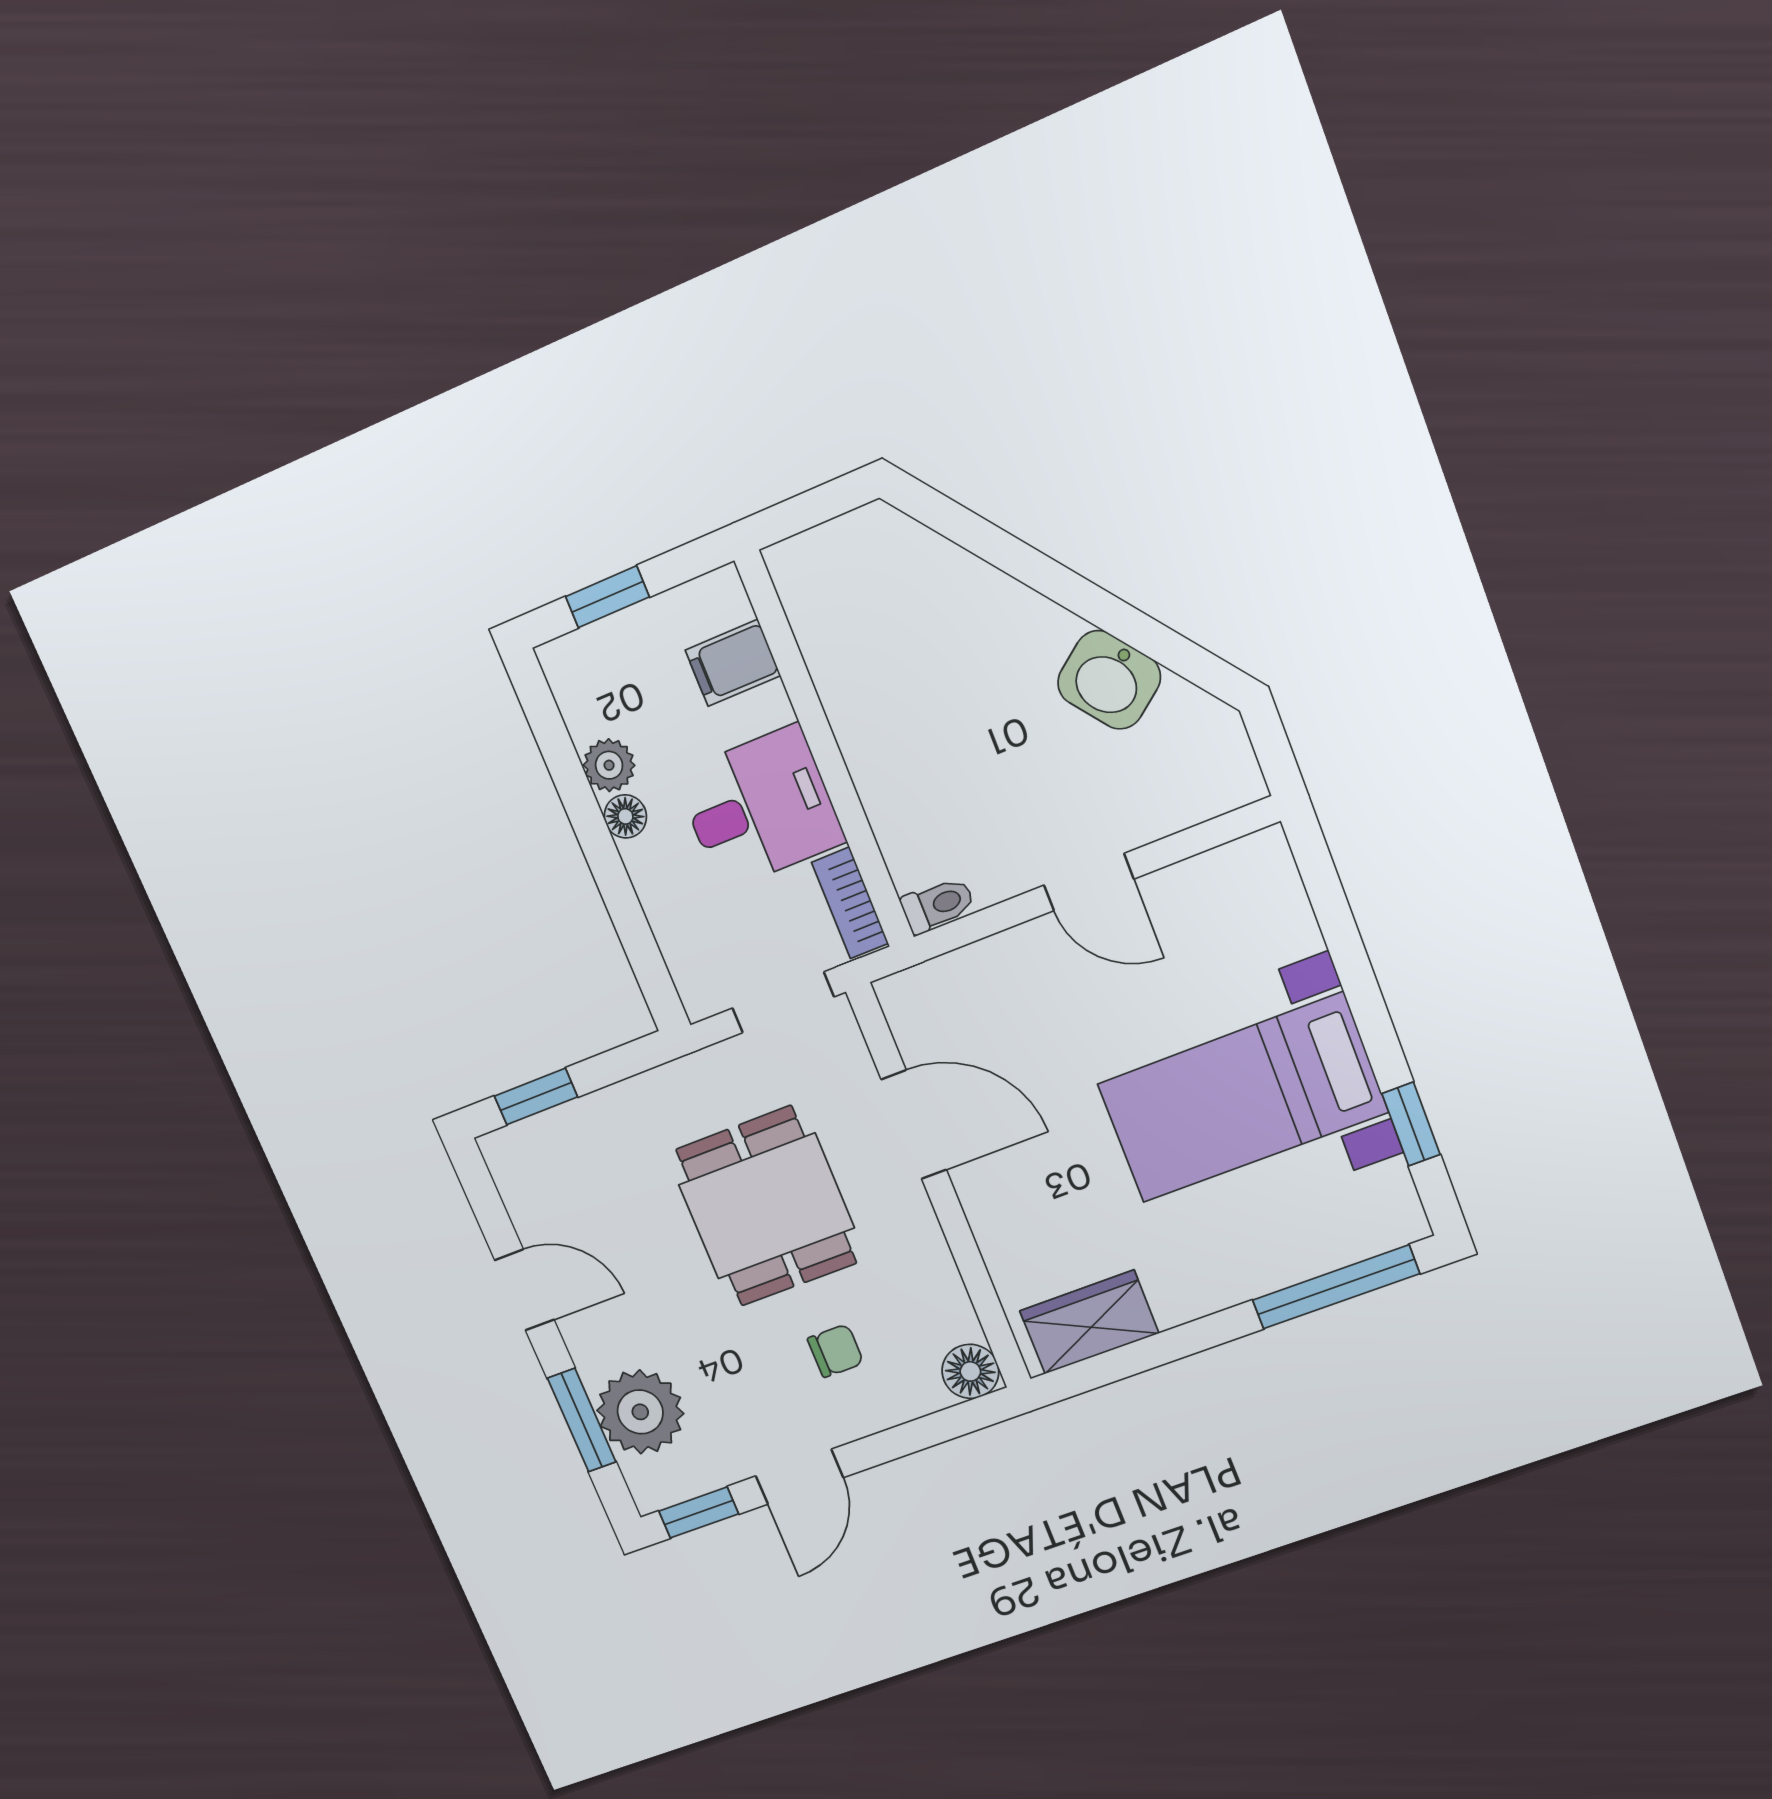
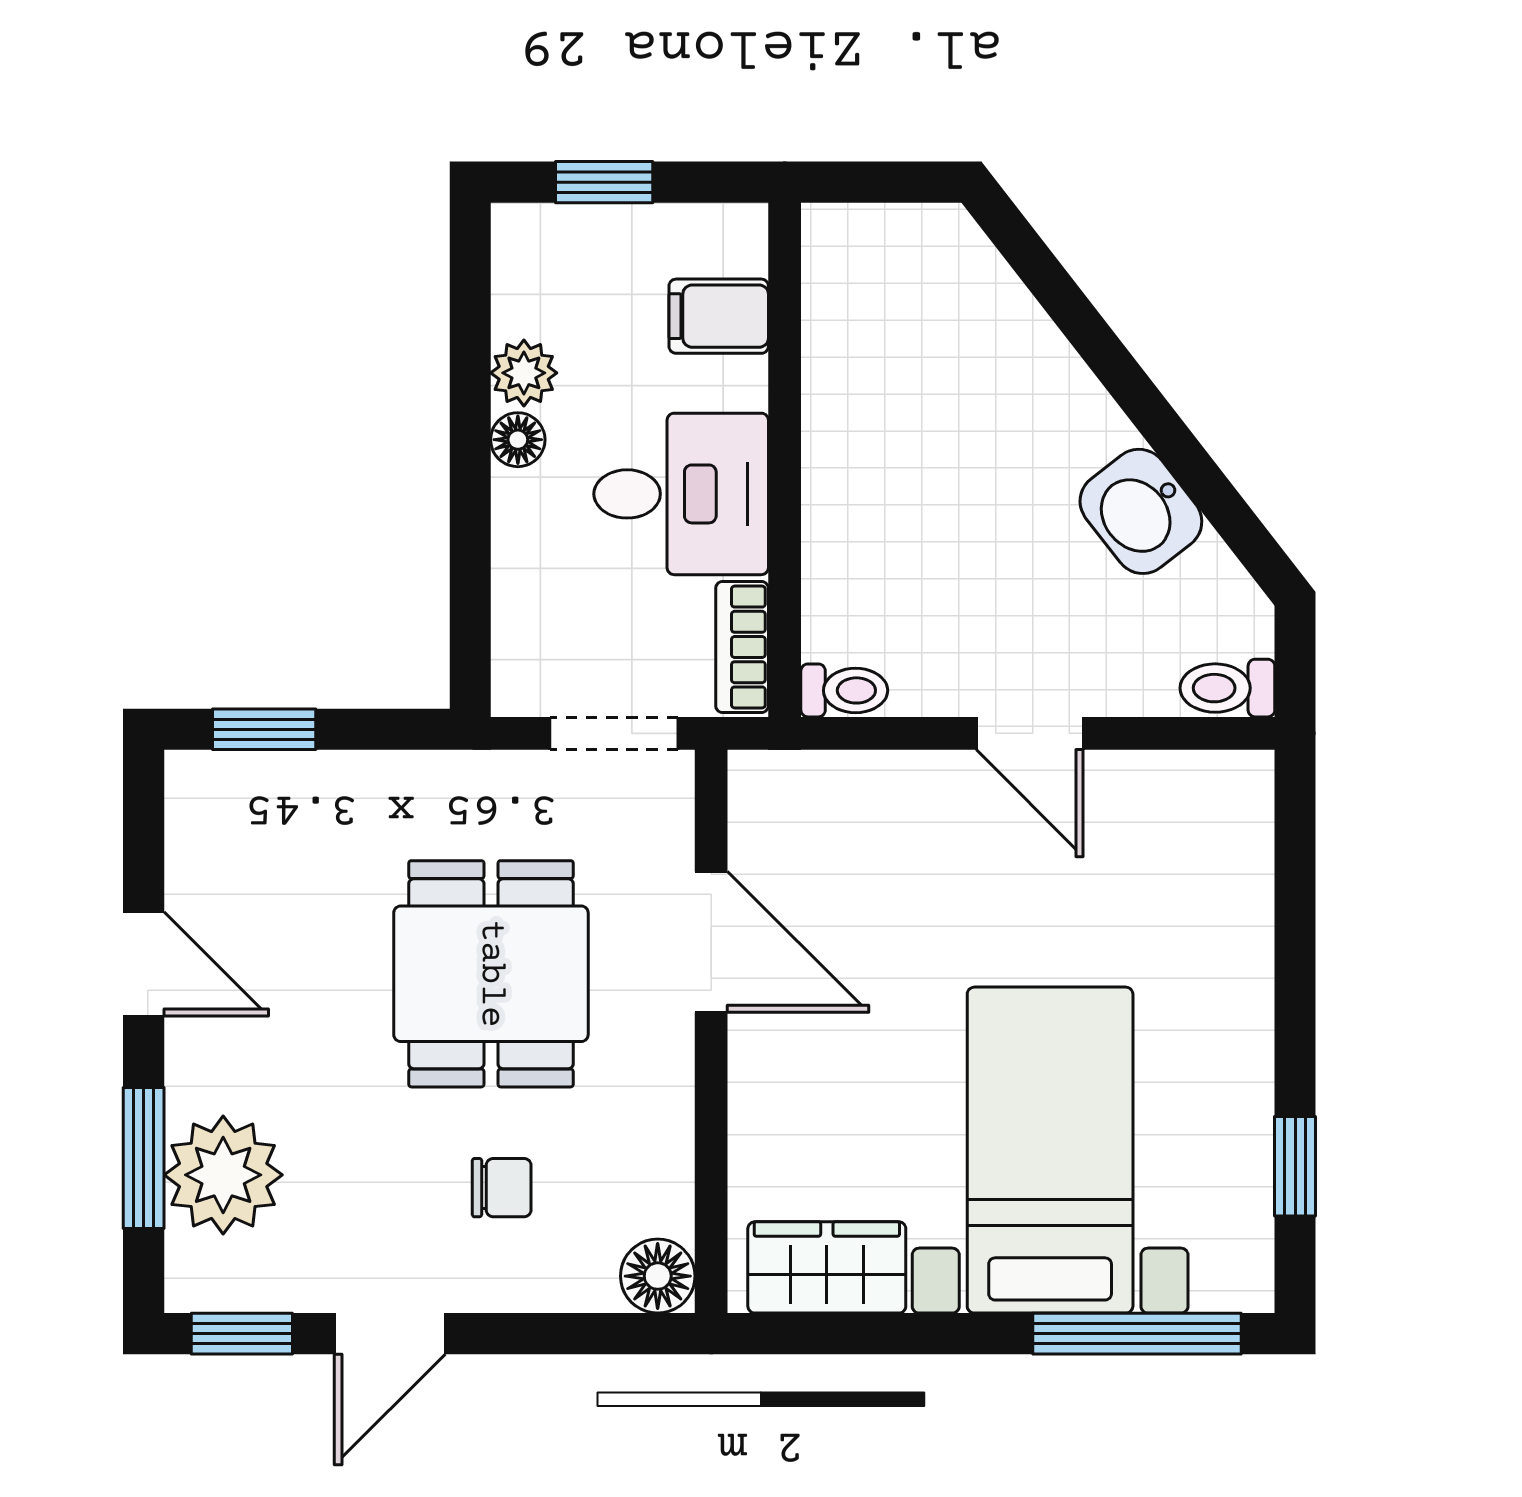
toilet: (1227, 788) -> (1227, 688), added
bed with nightstands: (1242, 1098) -> (1050, 1150), moved, turned 90

